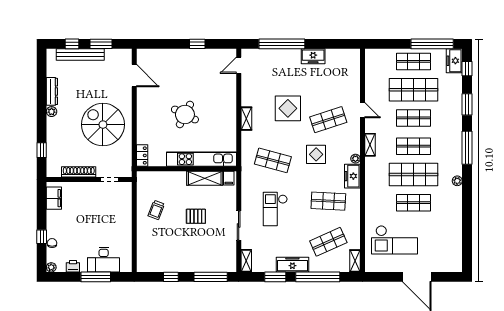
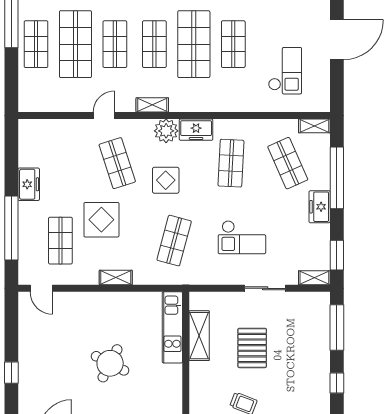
window: (197, 44) -> (11, 373), moved
shop shelf: (273, 79) -> (60, 241), added
kitchen unit: (201, 159) -> (172, 327), width x0.73
plant: (355, 159) -> (166, 131), width x1.88, depth x1.88
filing cabinet: (229, 178) -> (199, 302), removed
pallet: (196, 216) -> (252, 348), width x1.50, depth x1.42
checkout: (395, 240) -> (285, 71), width x0.73, depth x0.83
freezer: (292, 265) -> (320, 207), width x0.71
window: (275, 277) -> (337, 255), moved

